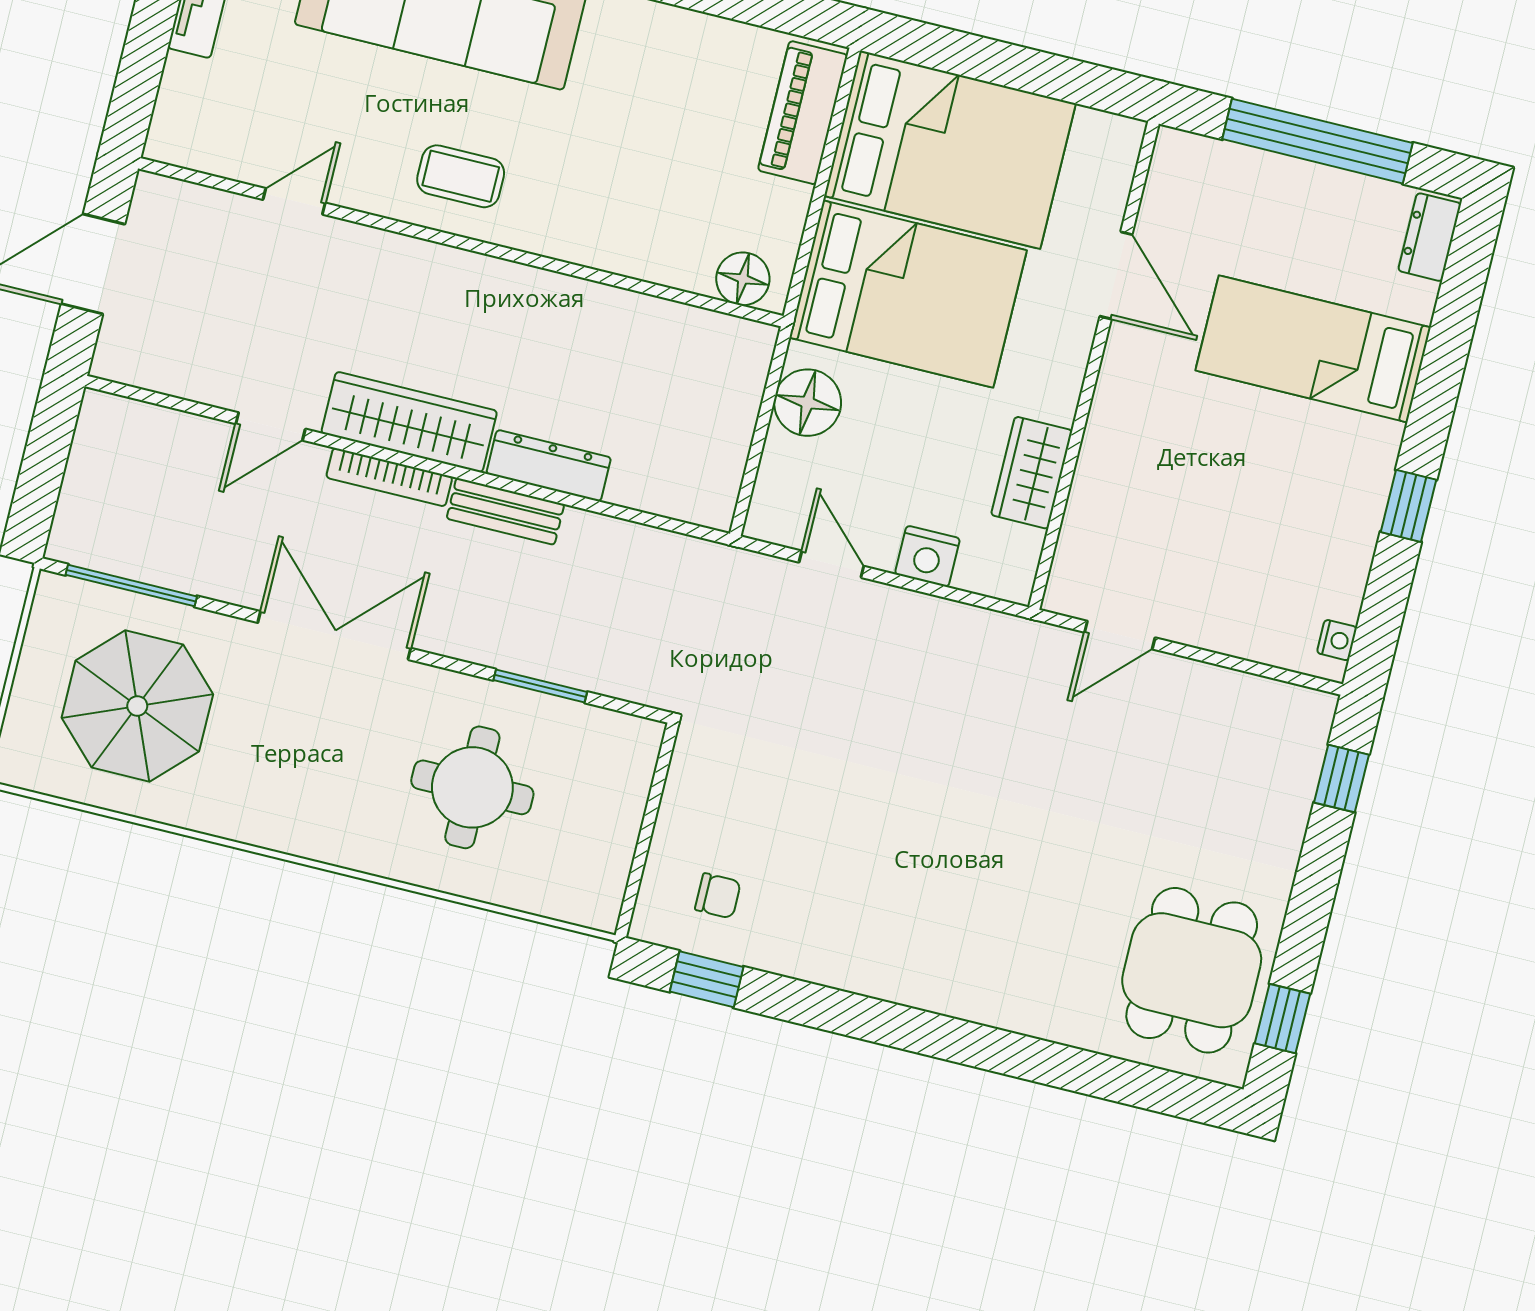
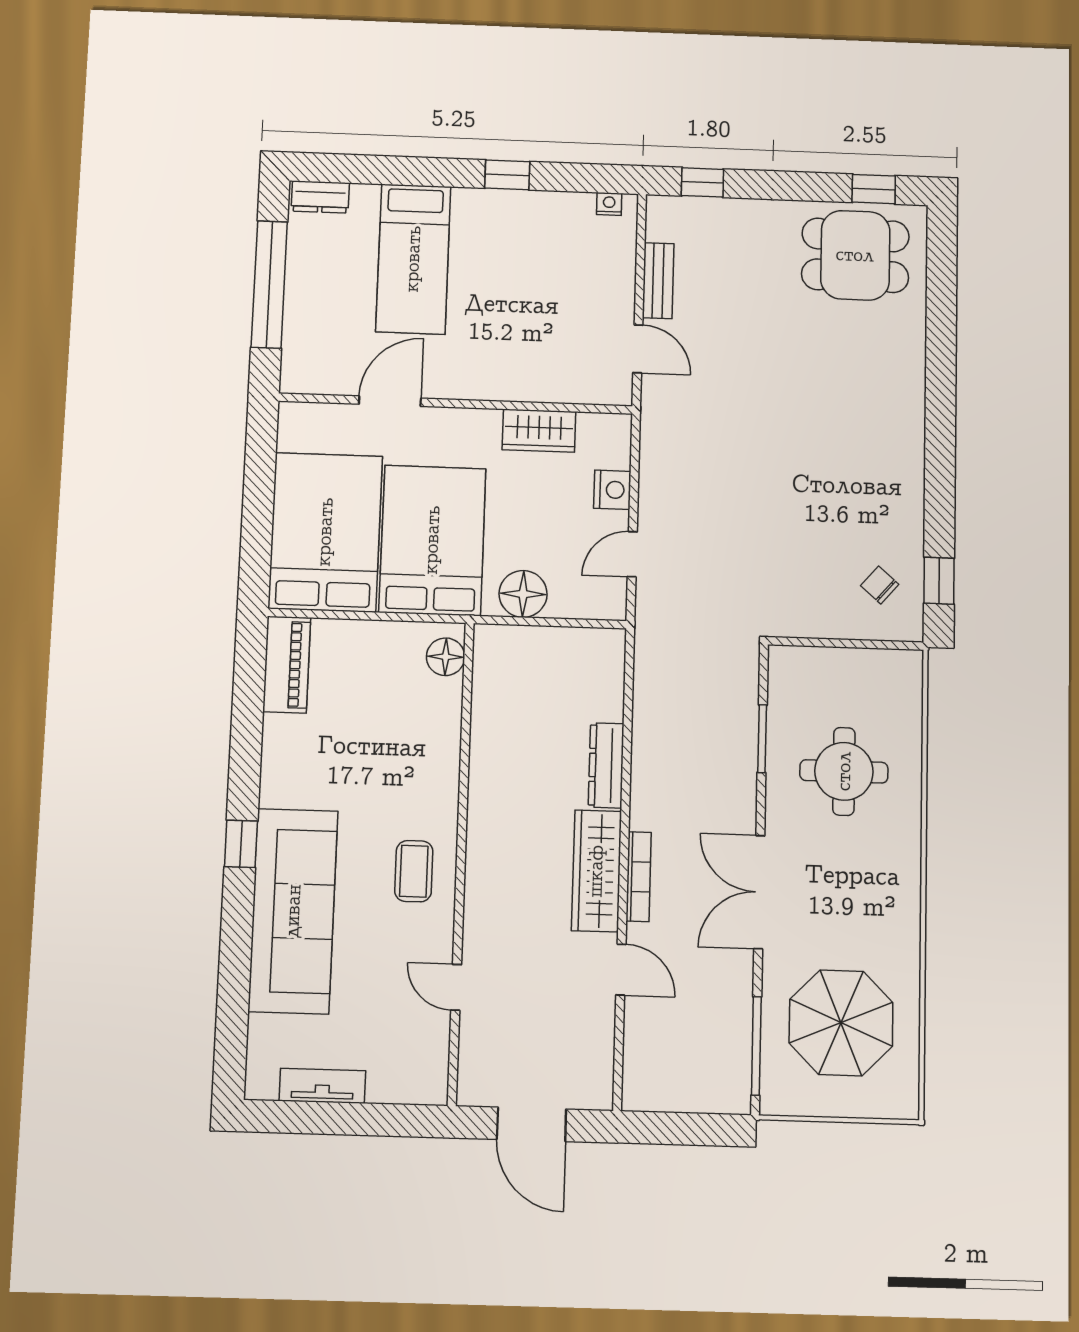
piano: (803, 113) -> (287, 665), moved, turned -90
bench: (505, 511) -> (658, 281), moved
chair: (718, 896) -> (880, 585), turned -49

